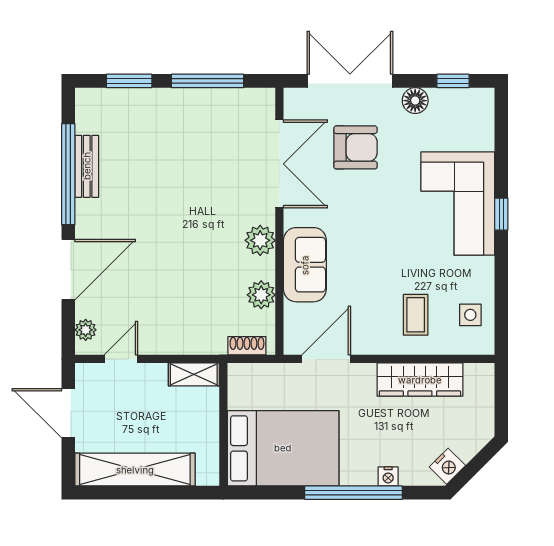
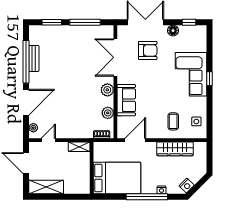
double door: (279, 164) -> (115, 57), swing flipped
shelving: (135, 470) -> (46, 187), width x0.68

